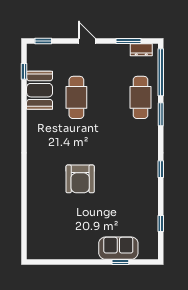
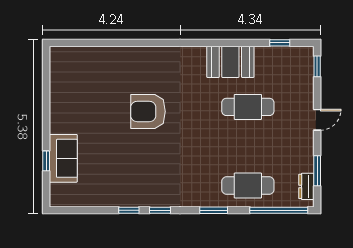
booth: (40, 90) -> (230, 62), moved
window: (161, 114) -> (214, 210), moved
window: (161, 223) -> (129, 210), moved

